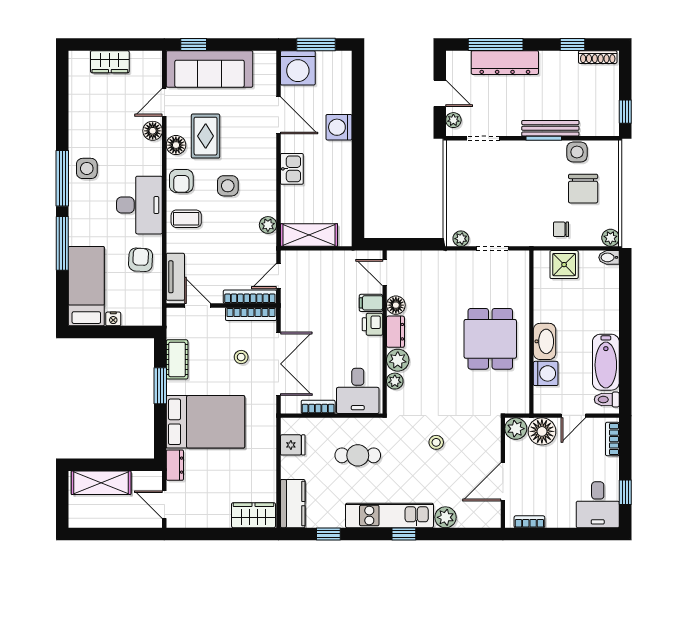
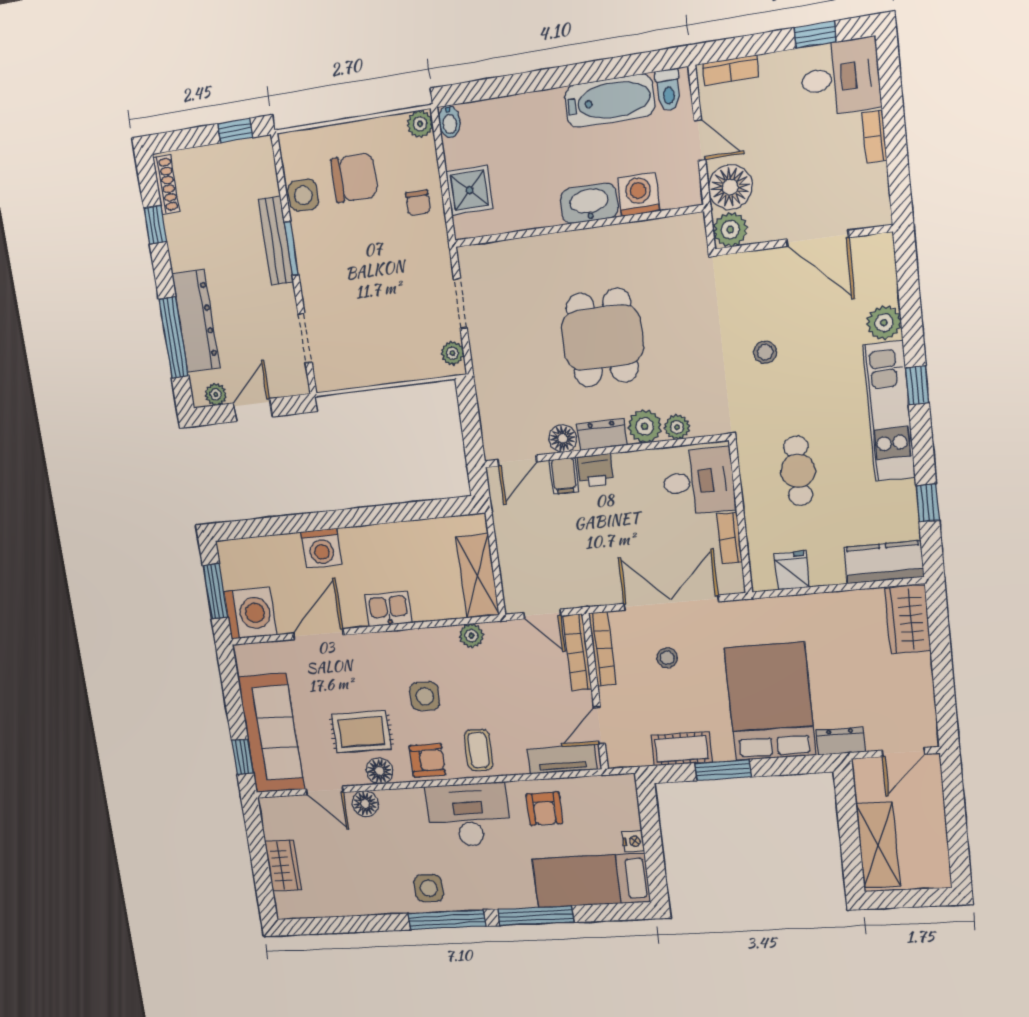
plant: (453, 120) -> (216, 394), moved
armchair: (141, 260) -> (544, 809), turned -93
dining table: (490, 339) -> (602, 338), moved, turned 90
bookcase: (529, 522) -> (875, 137), moved

